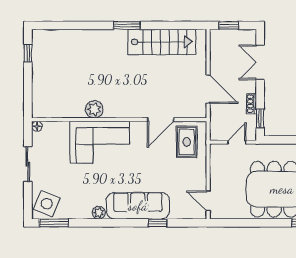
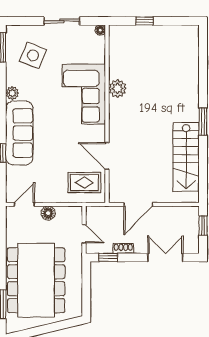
window: (28, 53) -> (144, 21), moved
floor lamp: (217, 177) -> (48, 213), added
side table: (47, 204) -> (33, 55), moved

